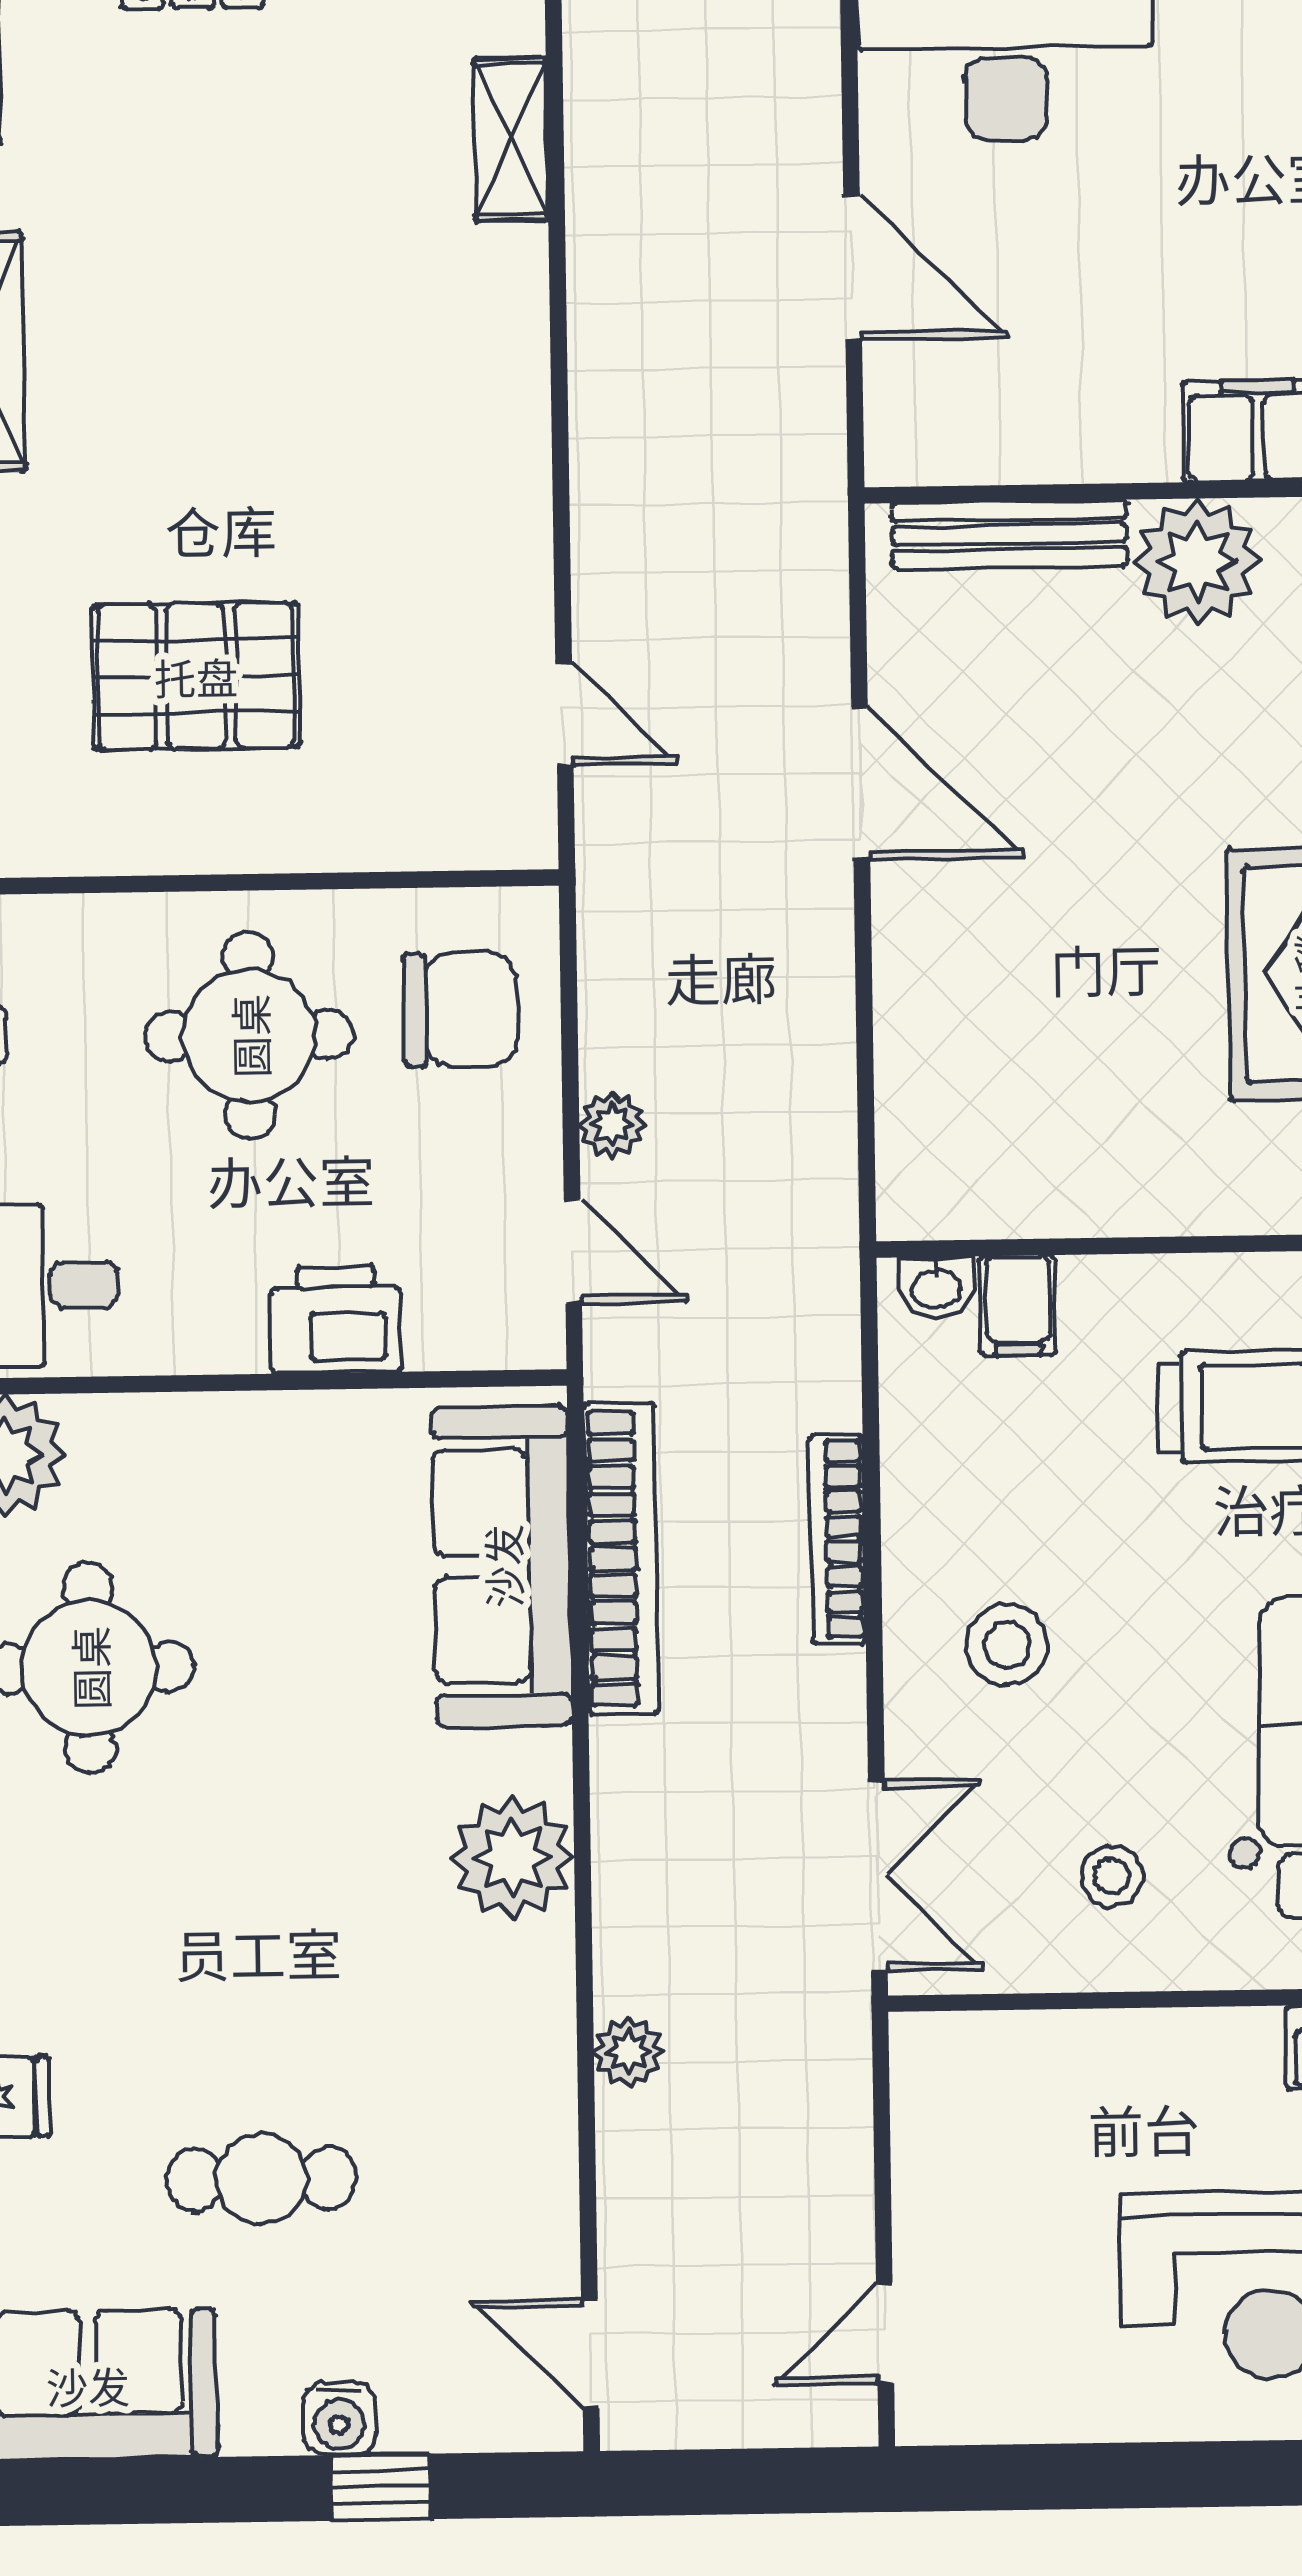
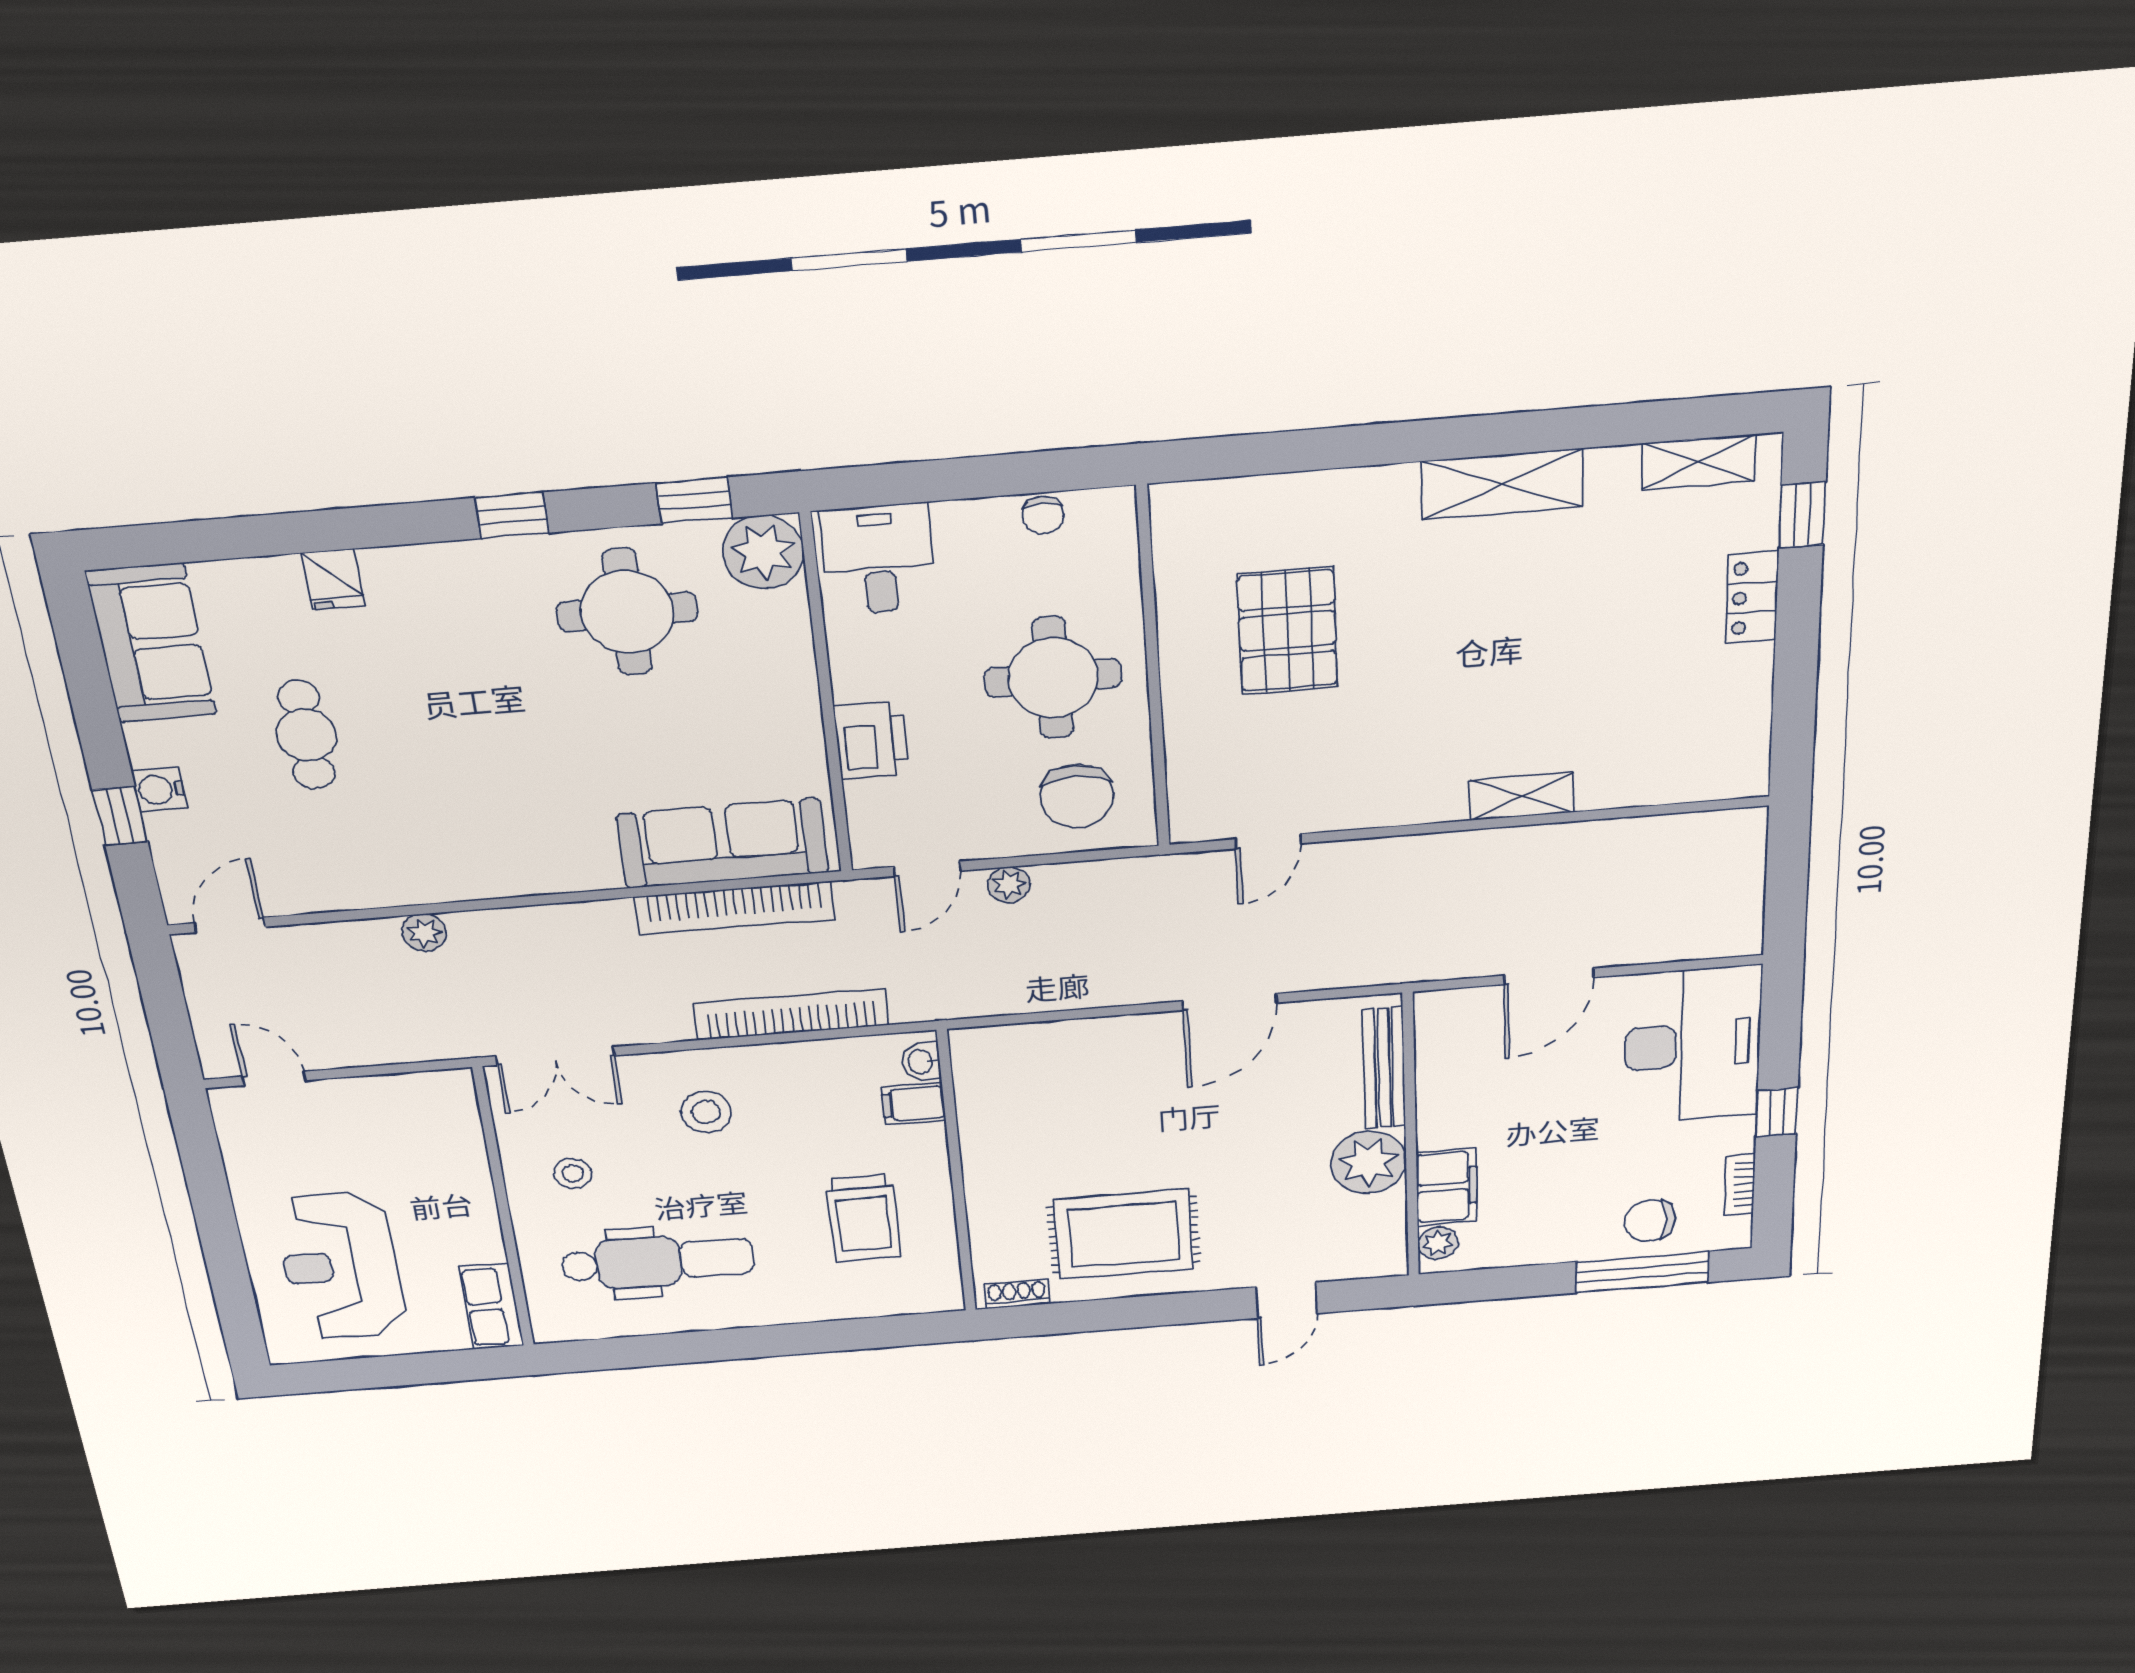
shelving: (511, 139) -> (1522, 796), moved
bookcase: (838, 1539) -> (791, 1014), width x1.48, depth x1.31
plant: (513, 1858) -> (537, 862), removed

